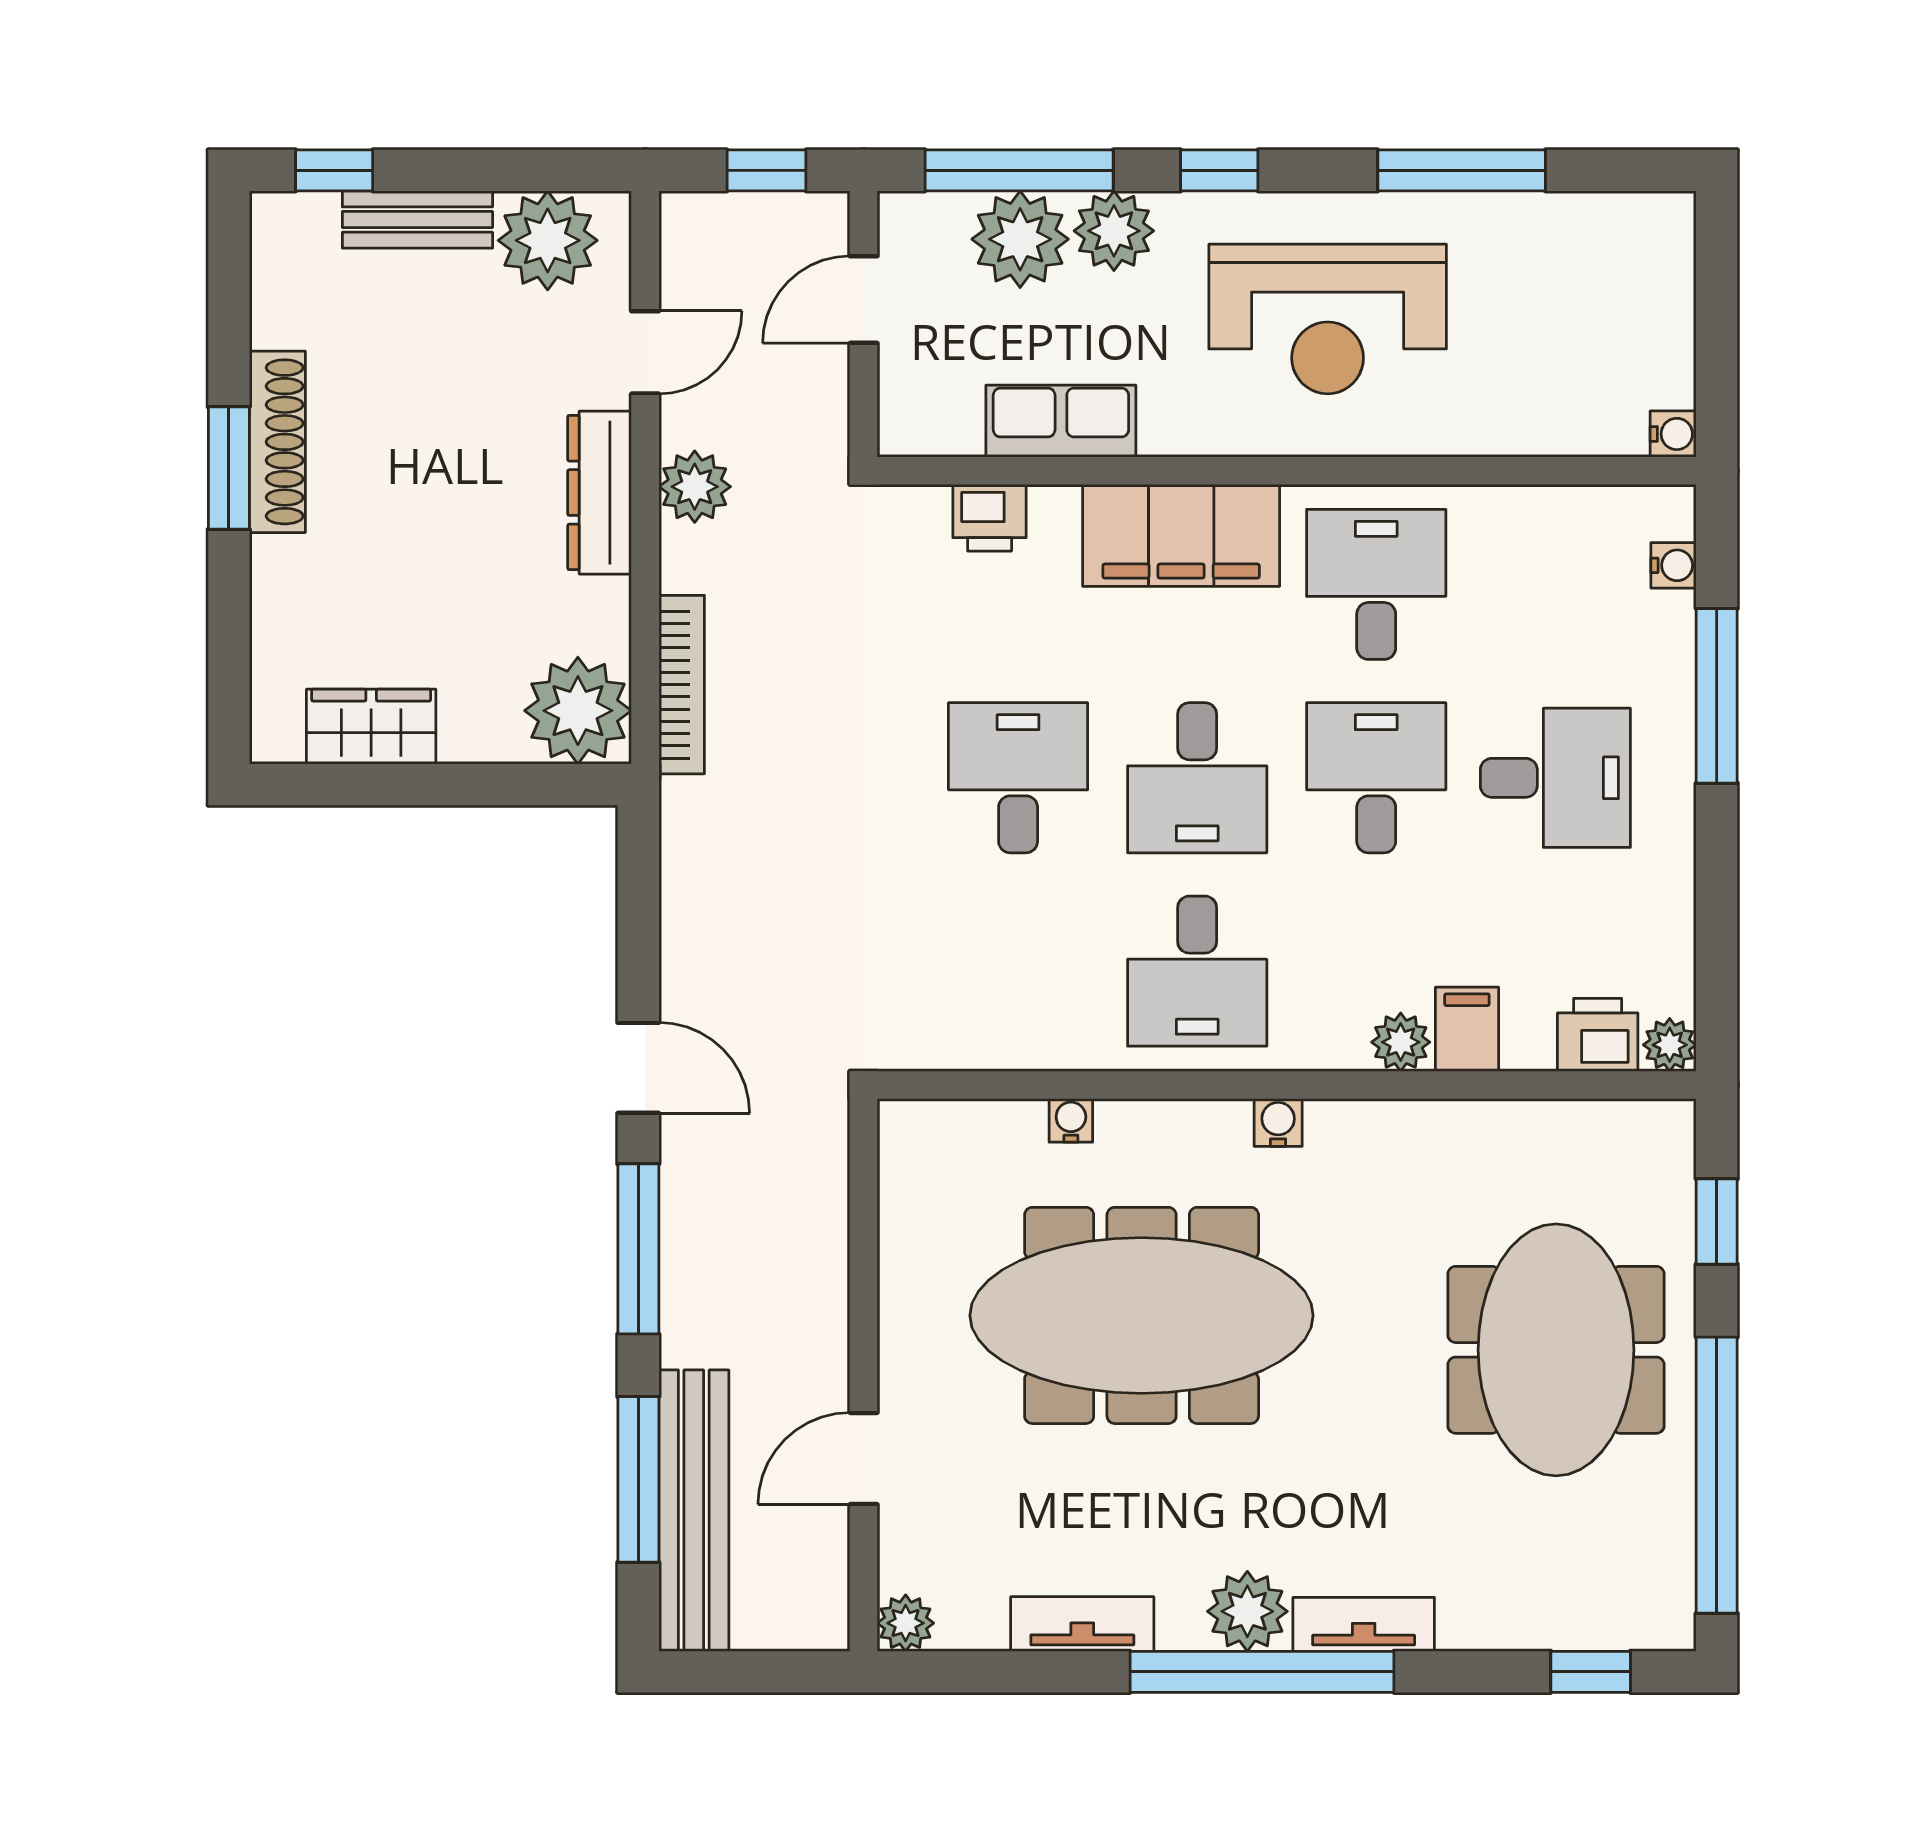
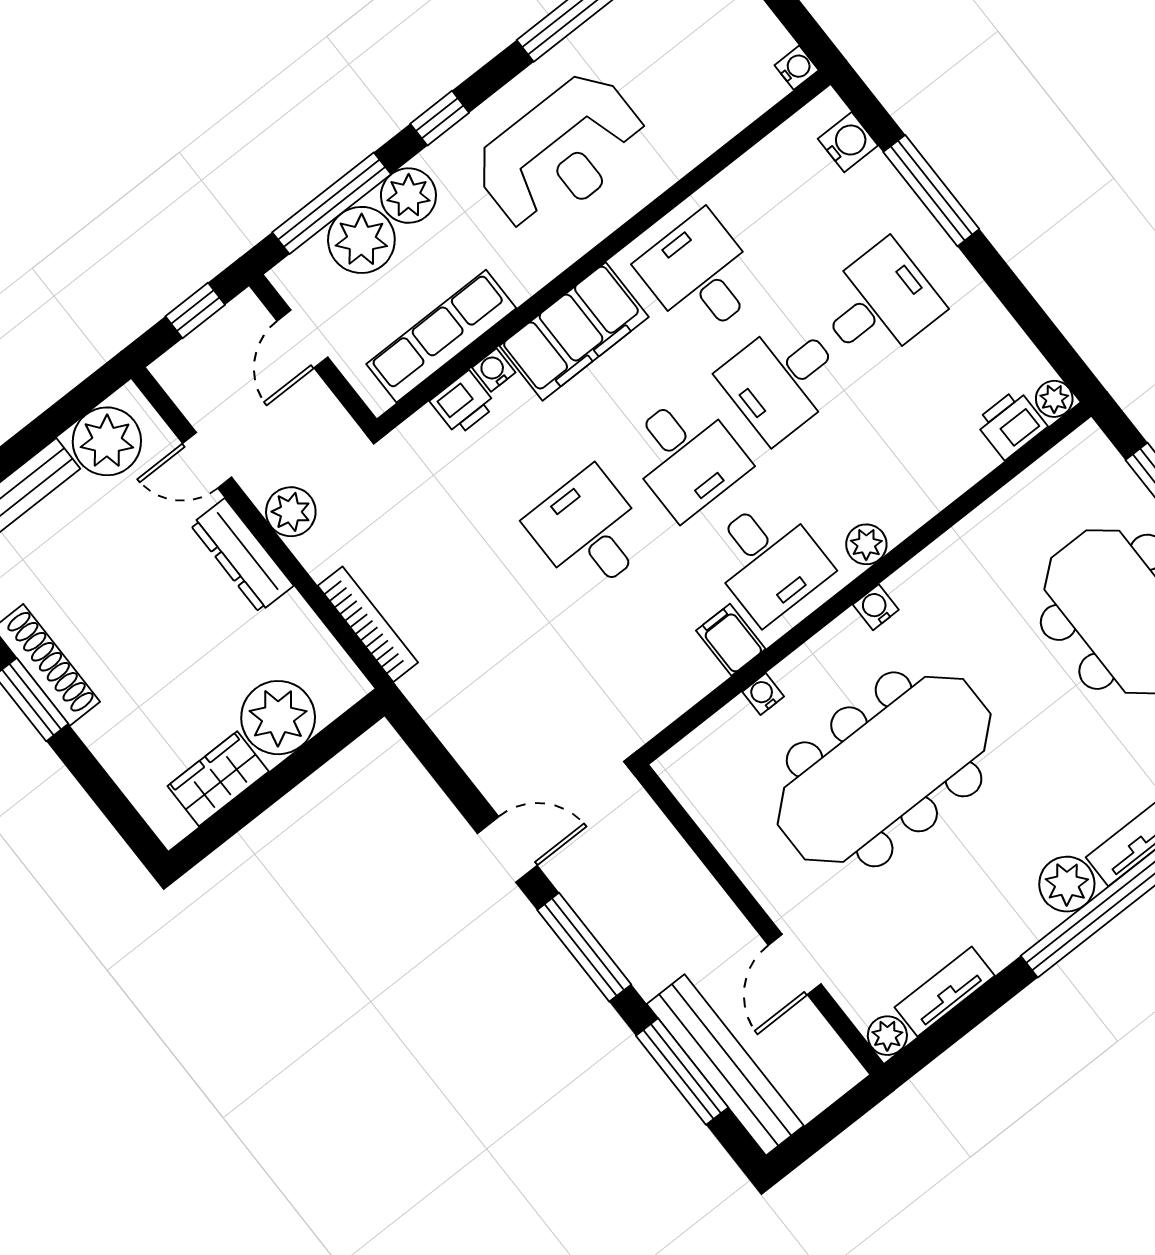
door: (645, 352) -> (207, 460), swing flipped
row of seats: (1061, 421) -> (441, 336), width x1.48
water cooler: (1054, 507) -> (494, 370), added
water cooler: (1674, 565) -> (848, 142), width x1.38, depth x1.38
plant: (578, 711) -> (278, 718), moved
desk: (1376, 778) -> (782, 379), turned -90
filing cabinet: (1467, 1029) -> (731, 640), moved
plant: (1401, 1042) -> (866, 544), moved
tv unit: (1082, 1624) -> (945, 991), moved

